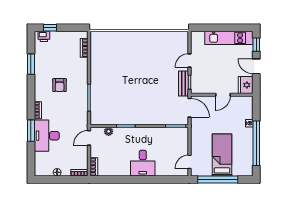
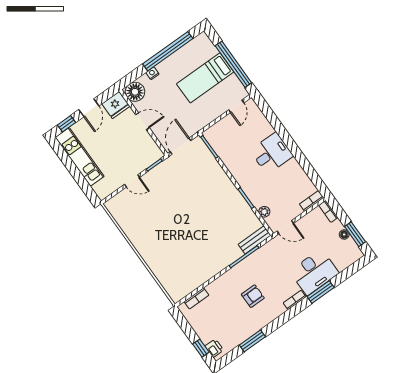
bench: (183, 84) -> (255, 240), moved
floor lamp: (245, 103) -> (135, 92), added
door: (189, 162) -> (236, 106), hinge flipped
window: (52, 179) -> (355, 234), added

